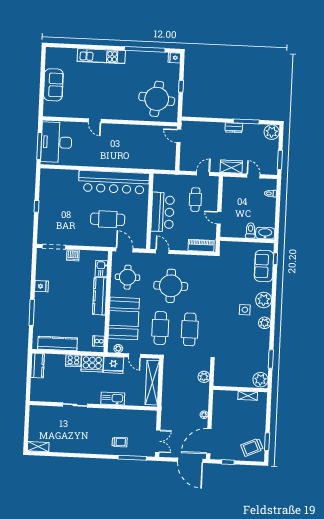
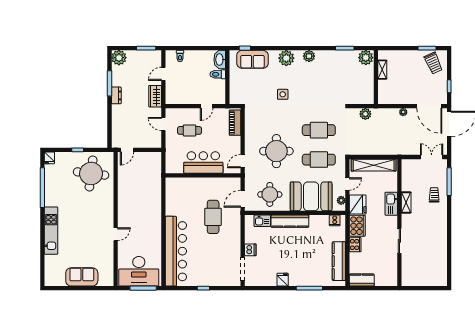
bar counter: (114, 182) -> (176, 251), moved
side table: (245, 310) -> (283, 94), moved
shelving: (38, 447) -> (406, 202), moved

